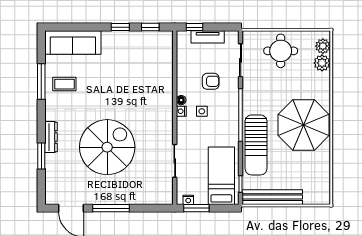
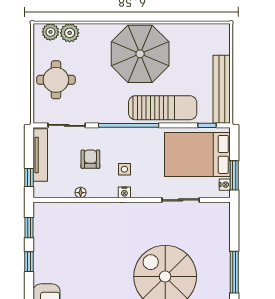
tv unit: (208, 37) -> (40, 155), width x1.41
floor lamp: (181, 100) -> (81, 193), moved
bed: (221, 176) -> (197, 154), width x1.50

